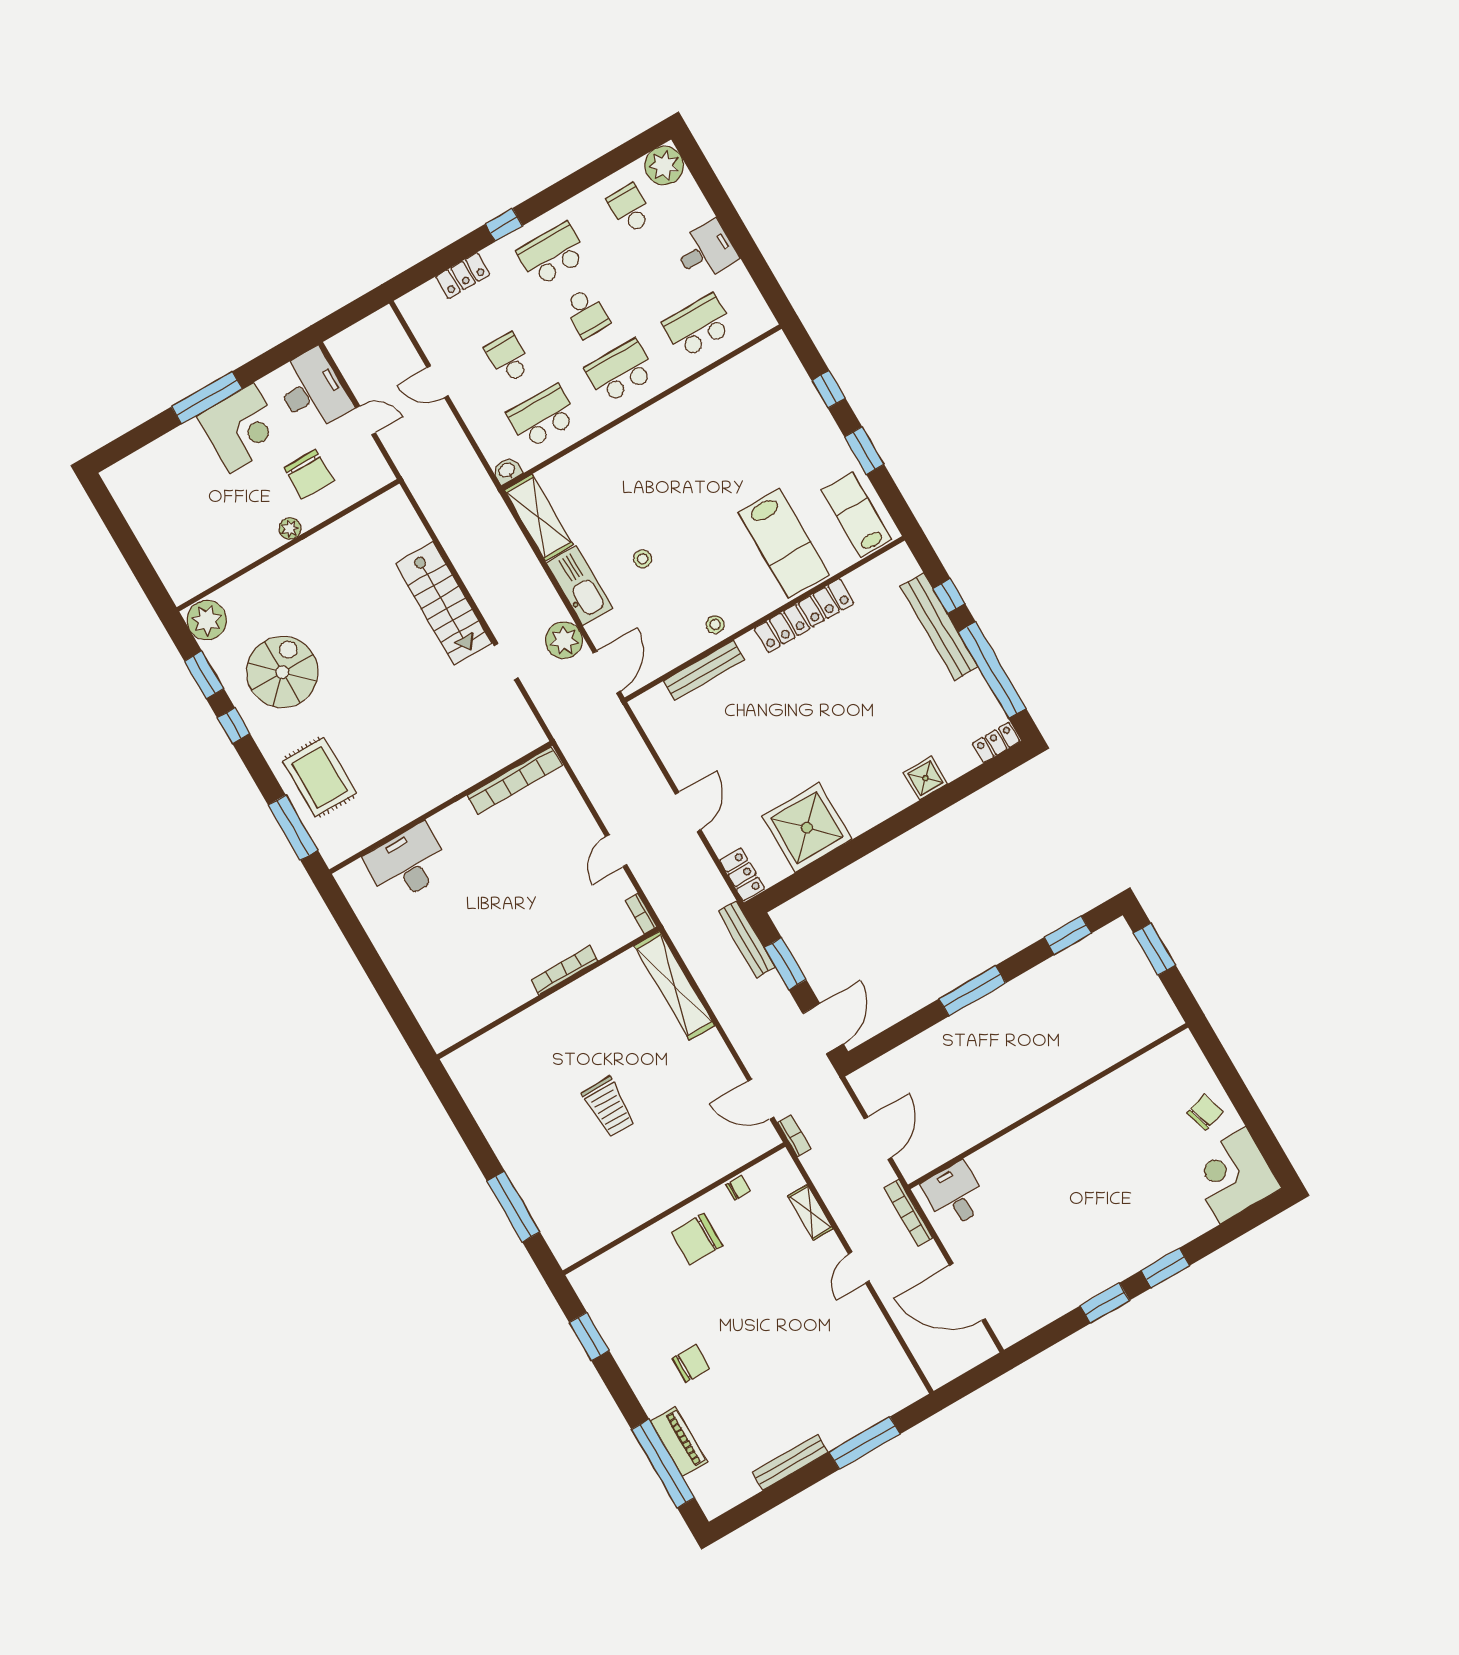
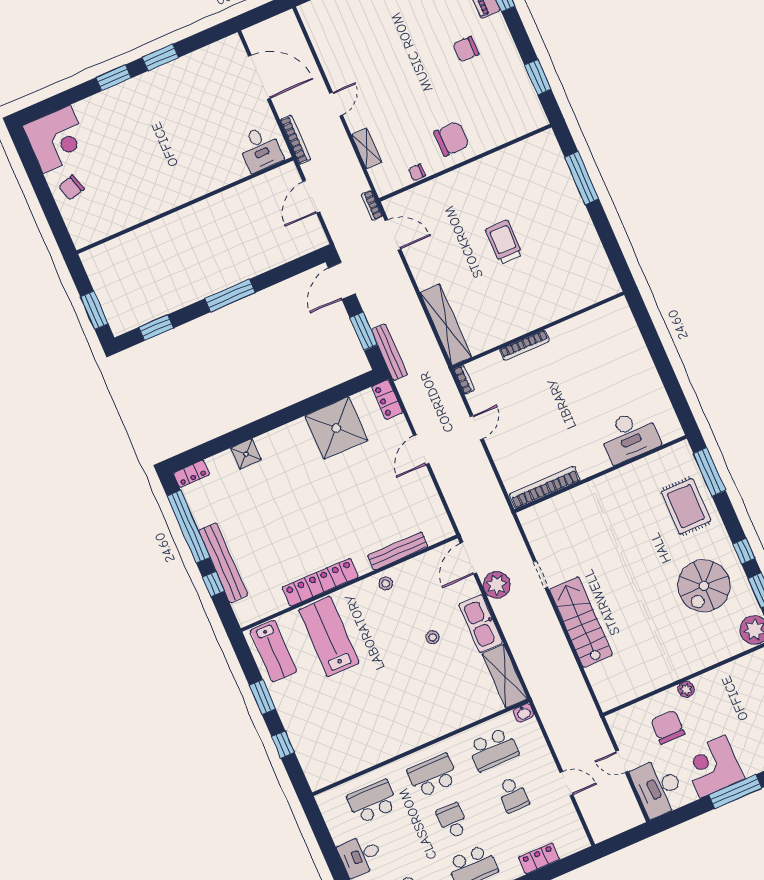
school desk: (698, 326) -> (372, 802), turned 180
school desk: (620, 371) -> (433, 775), turned 180

